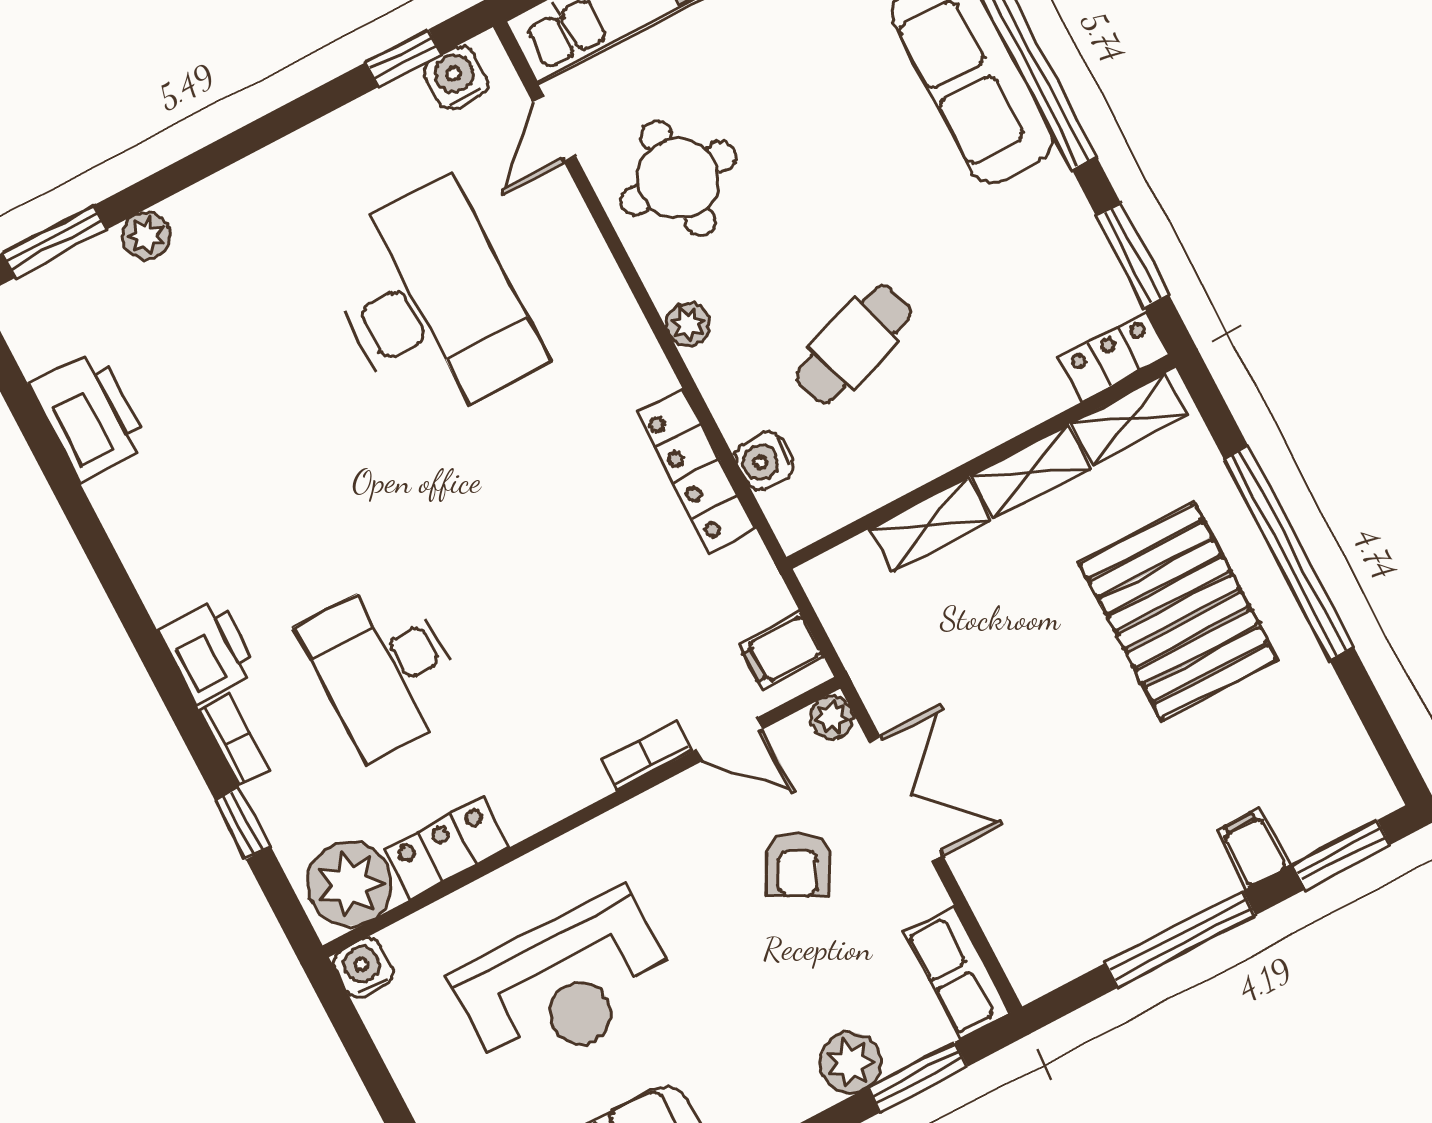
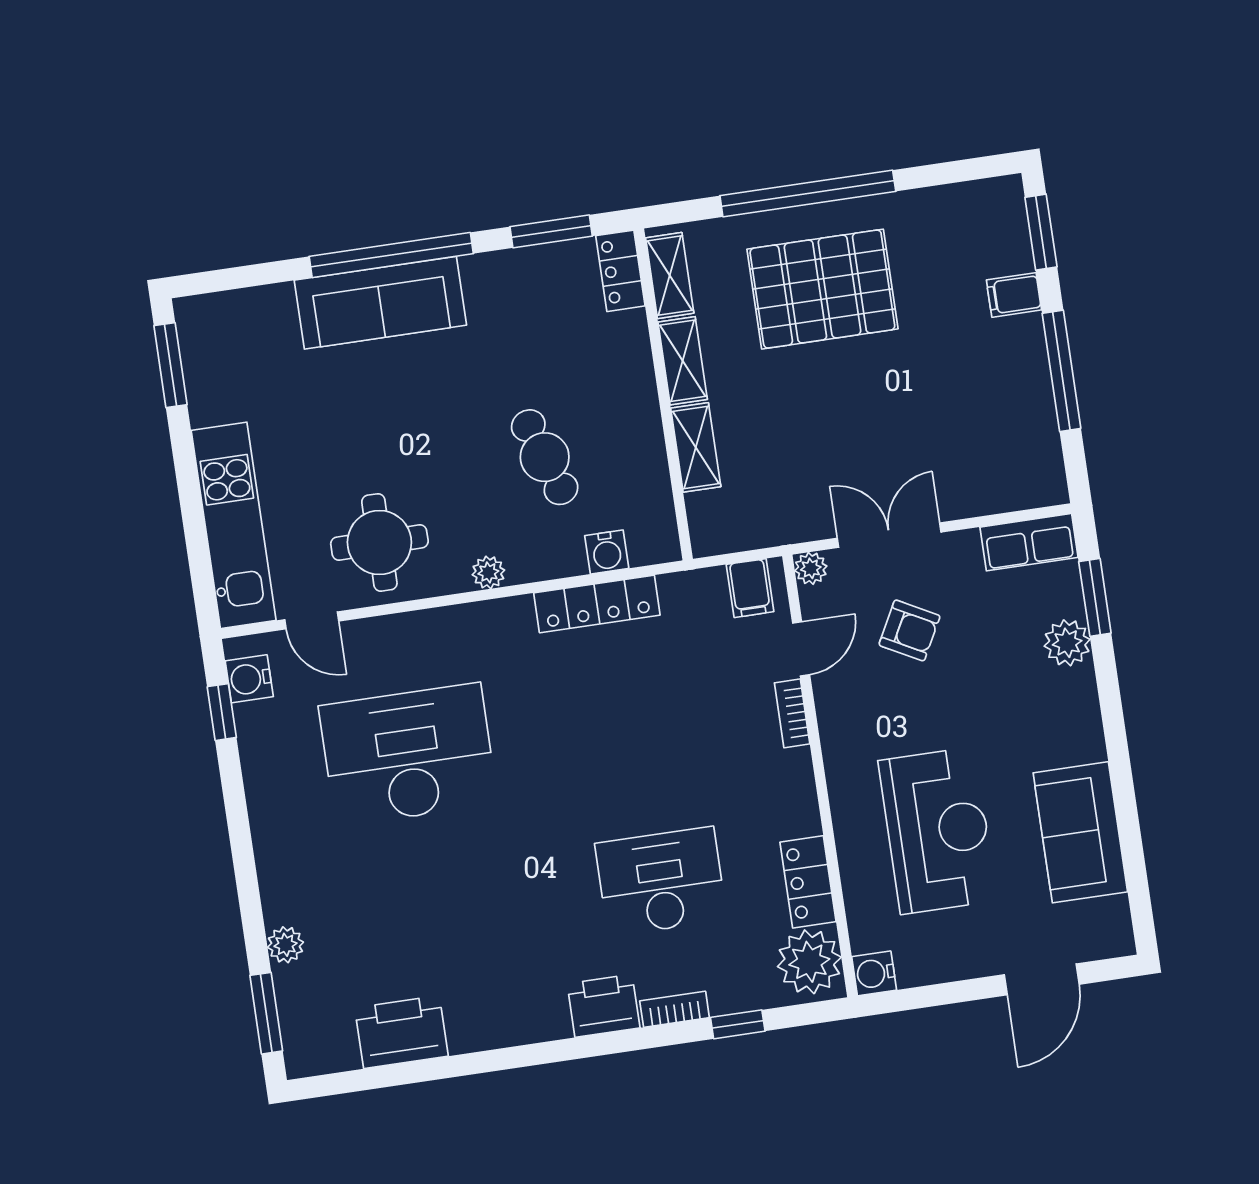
desk: (384, 668) -> (661, 882), turned 180

